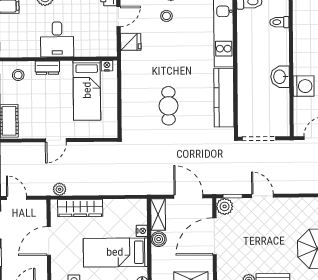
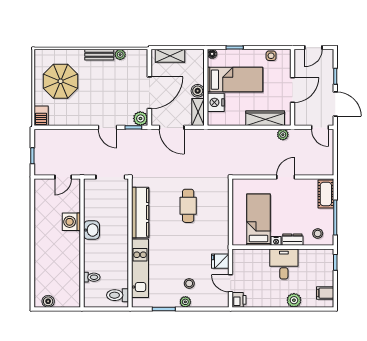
door: (119, 16) -> (231, 283), hinge flipped
nightstand: (107, 66) -> (276, 241), moved
nightstand: (142, 231) -> (216, 102), width x1.89, depth x1.79

